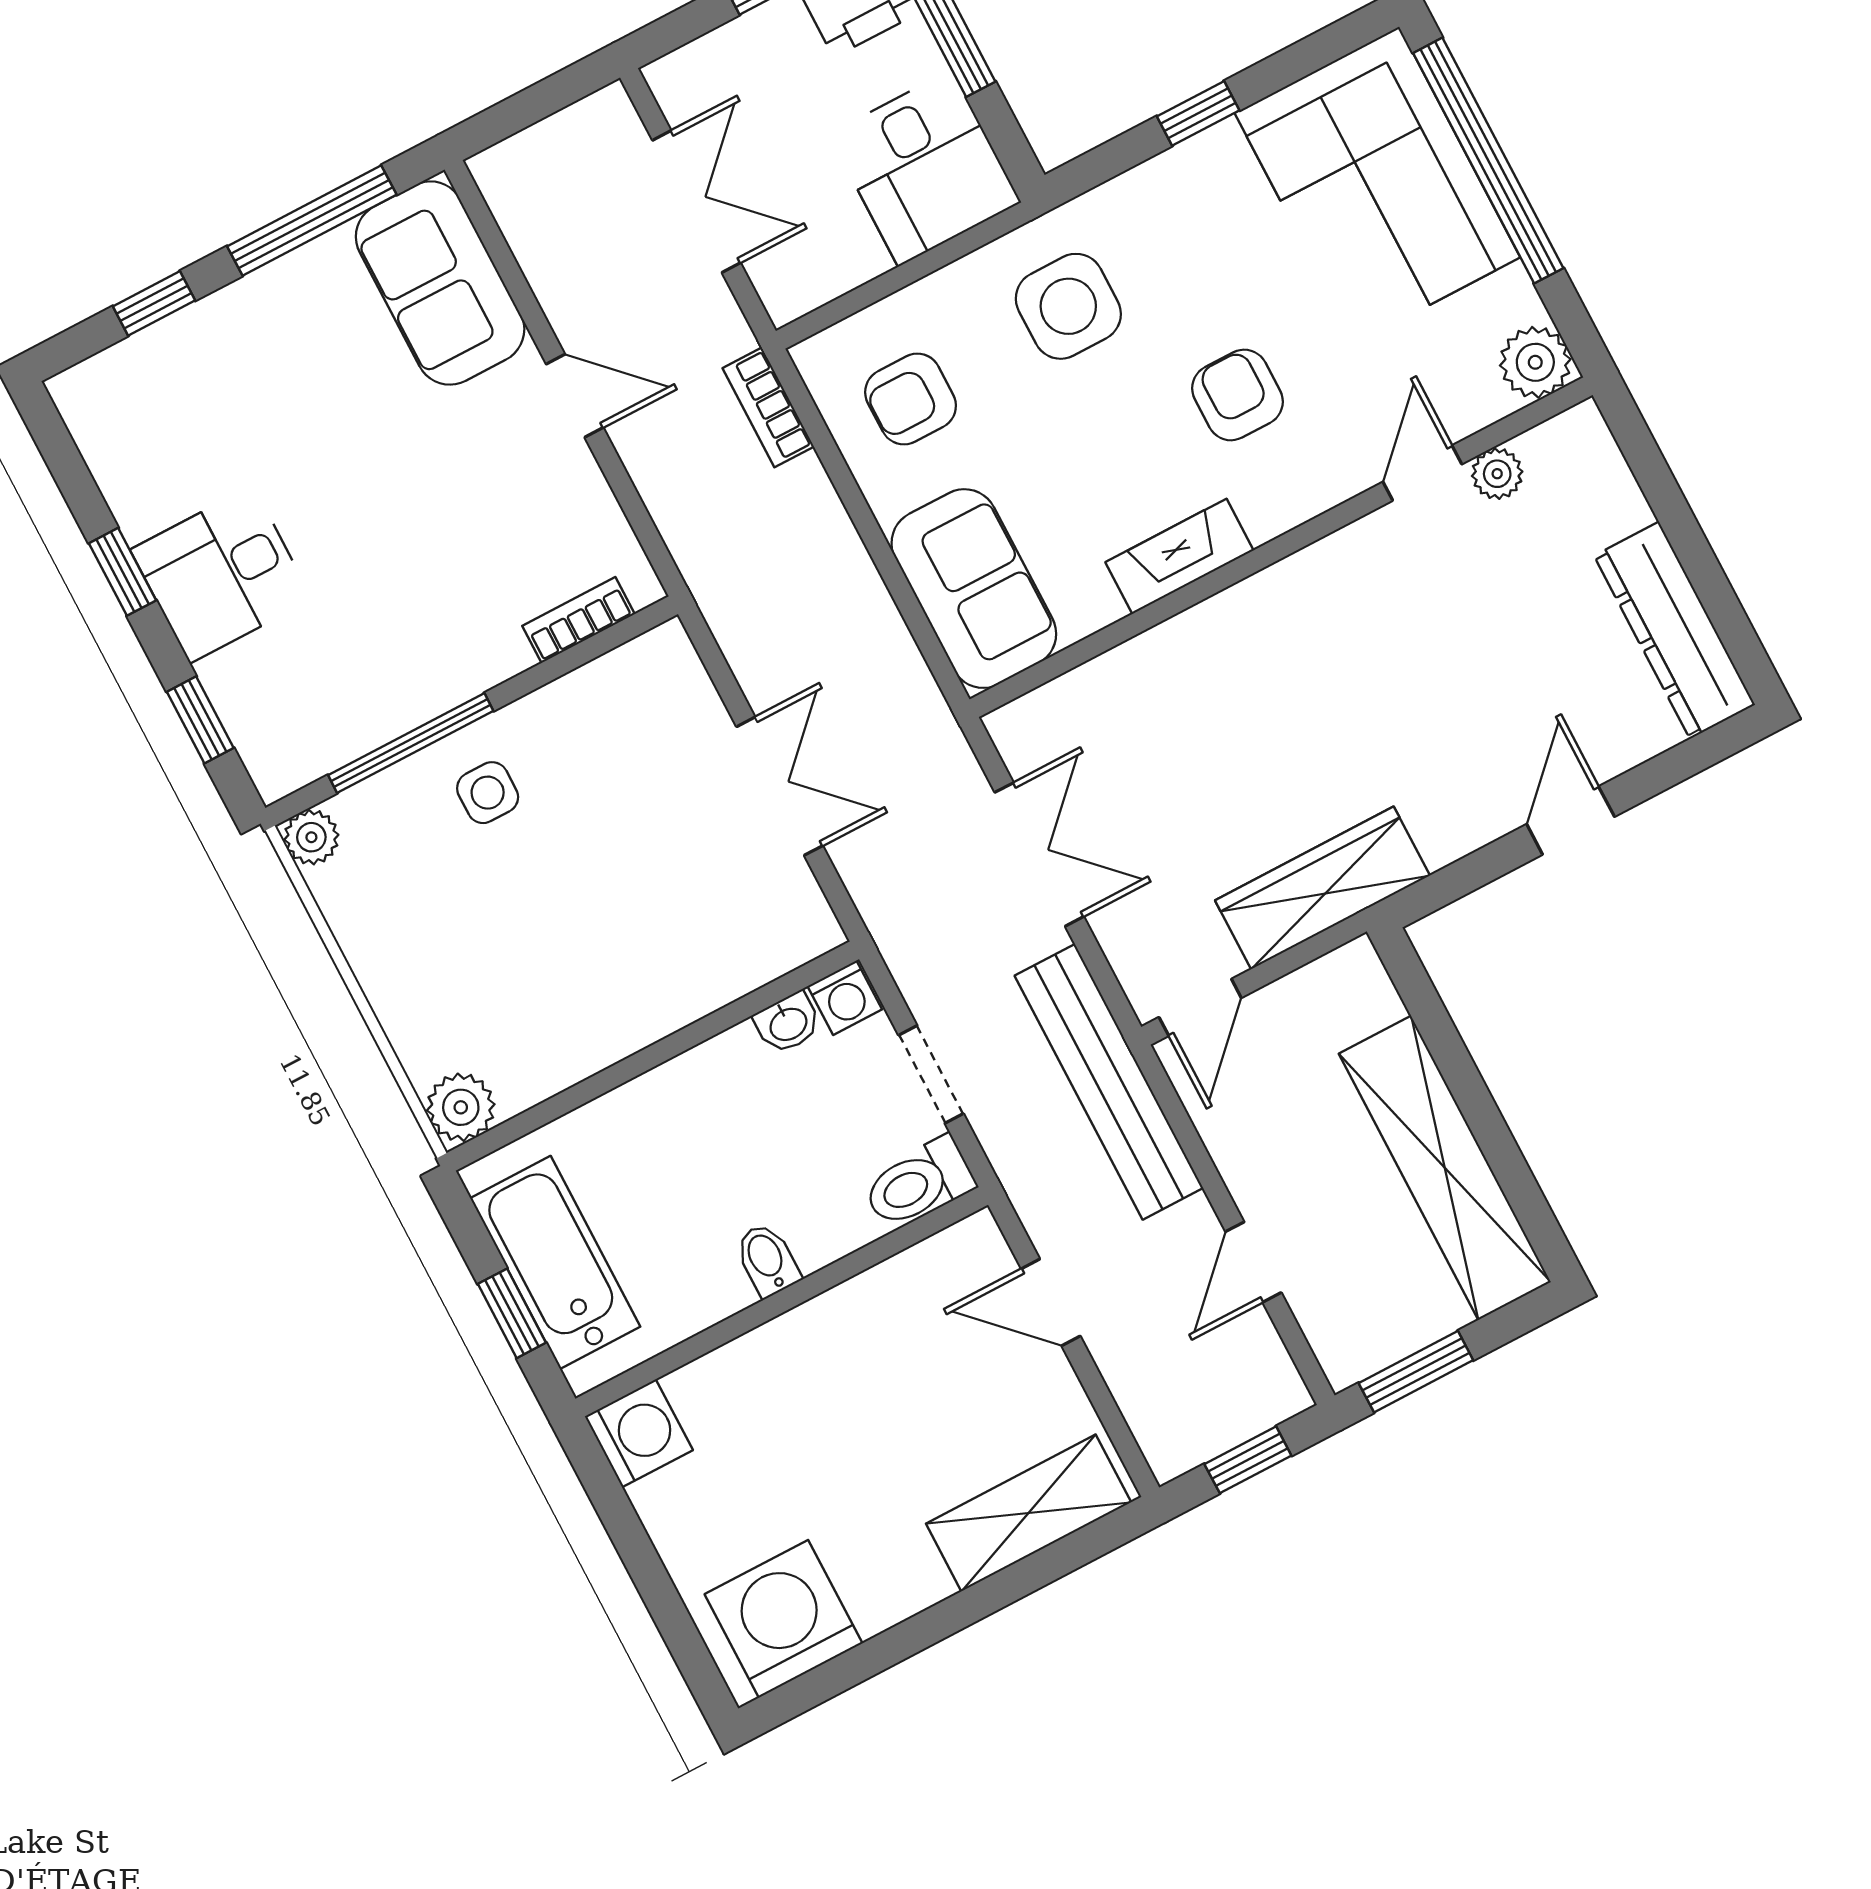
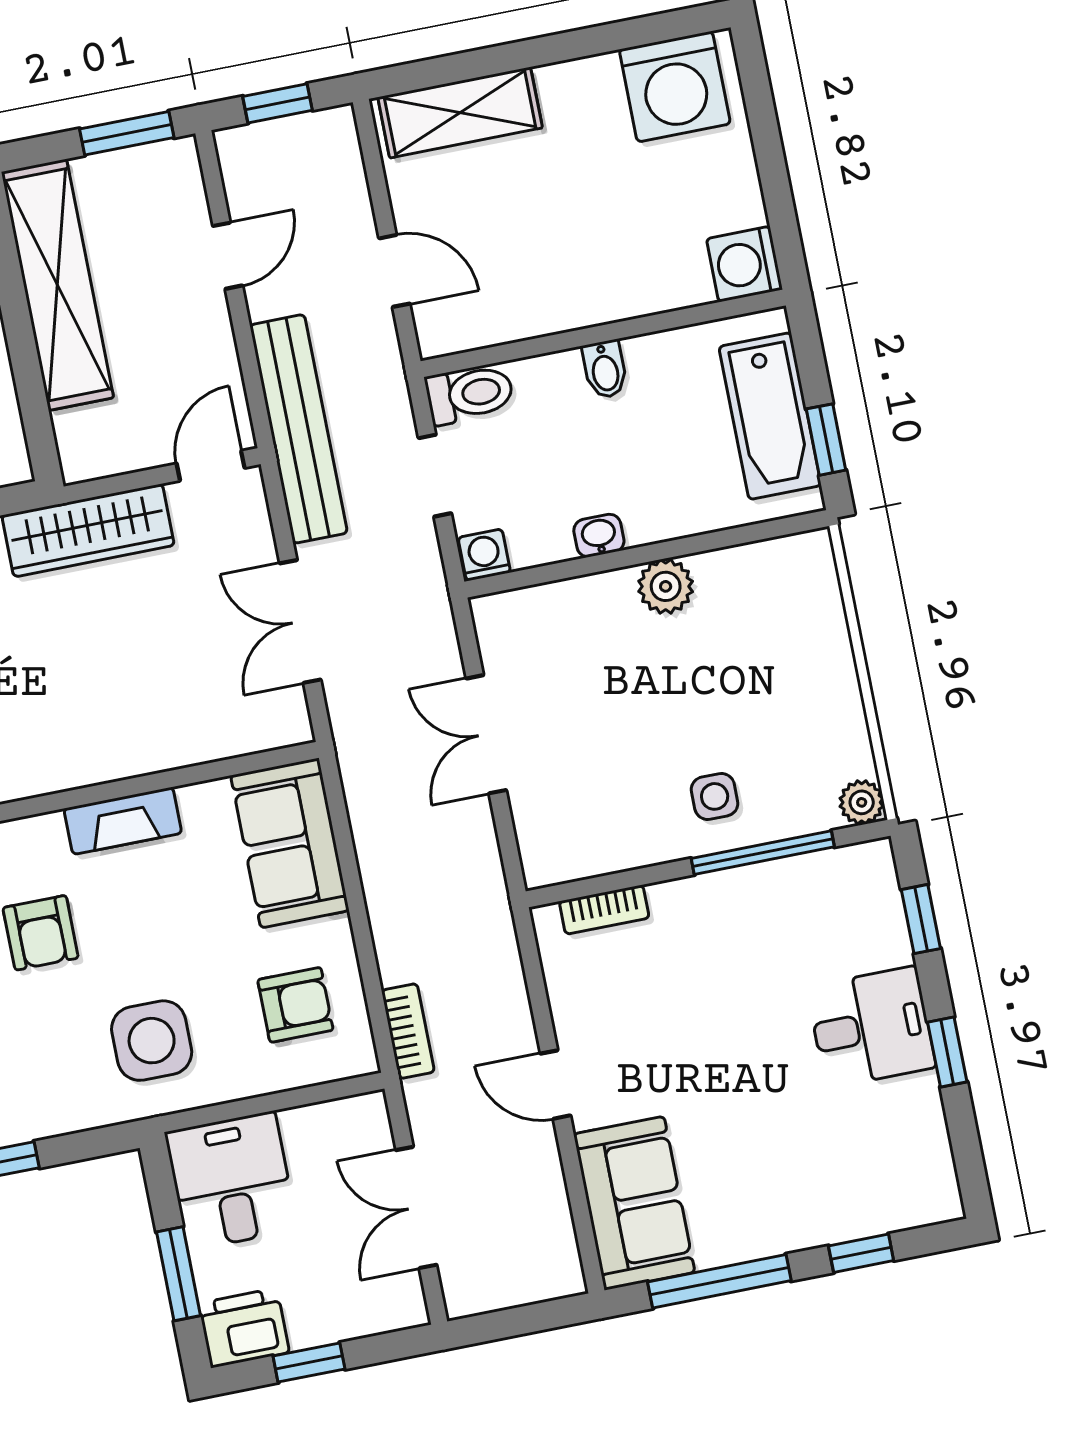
washbasin: (788, 1023) -> (599, 536), moved
plant: (461, 1107) -> (666, 586), moved
window: (512, 1313) -> (826, 440), moved

